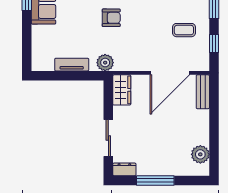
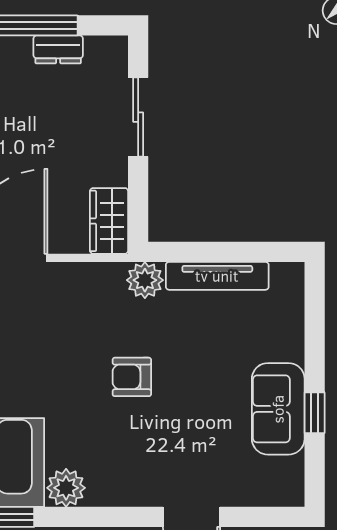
tv unit: (72, 65) -> (217, 276), width x1.41
dresser: (124, 169) -> (58, 49), moved

